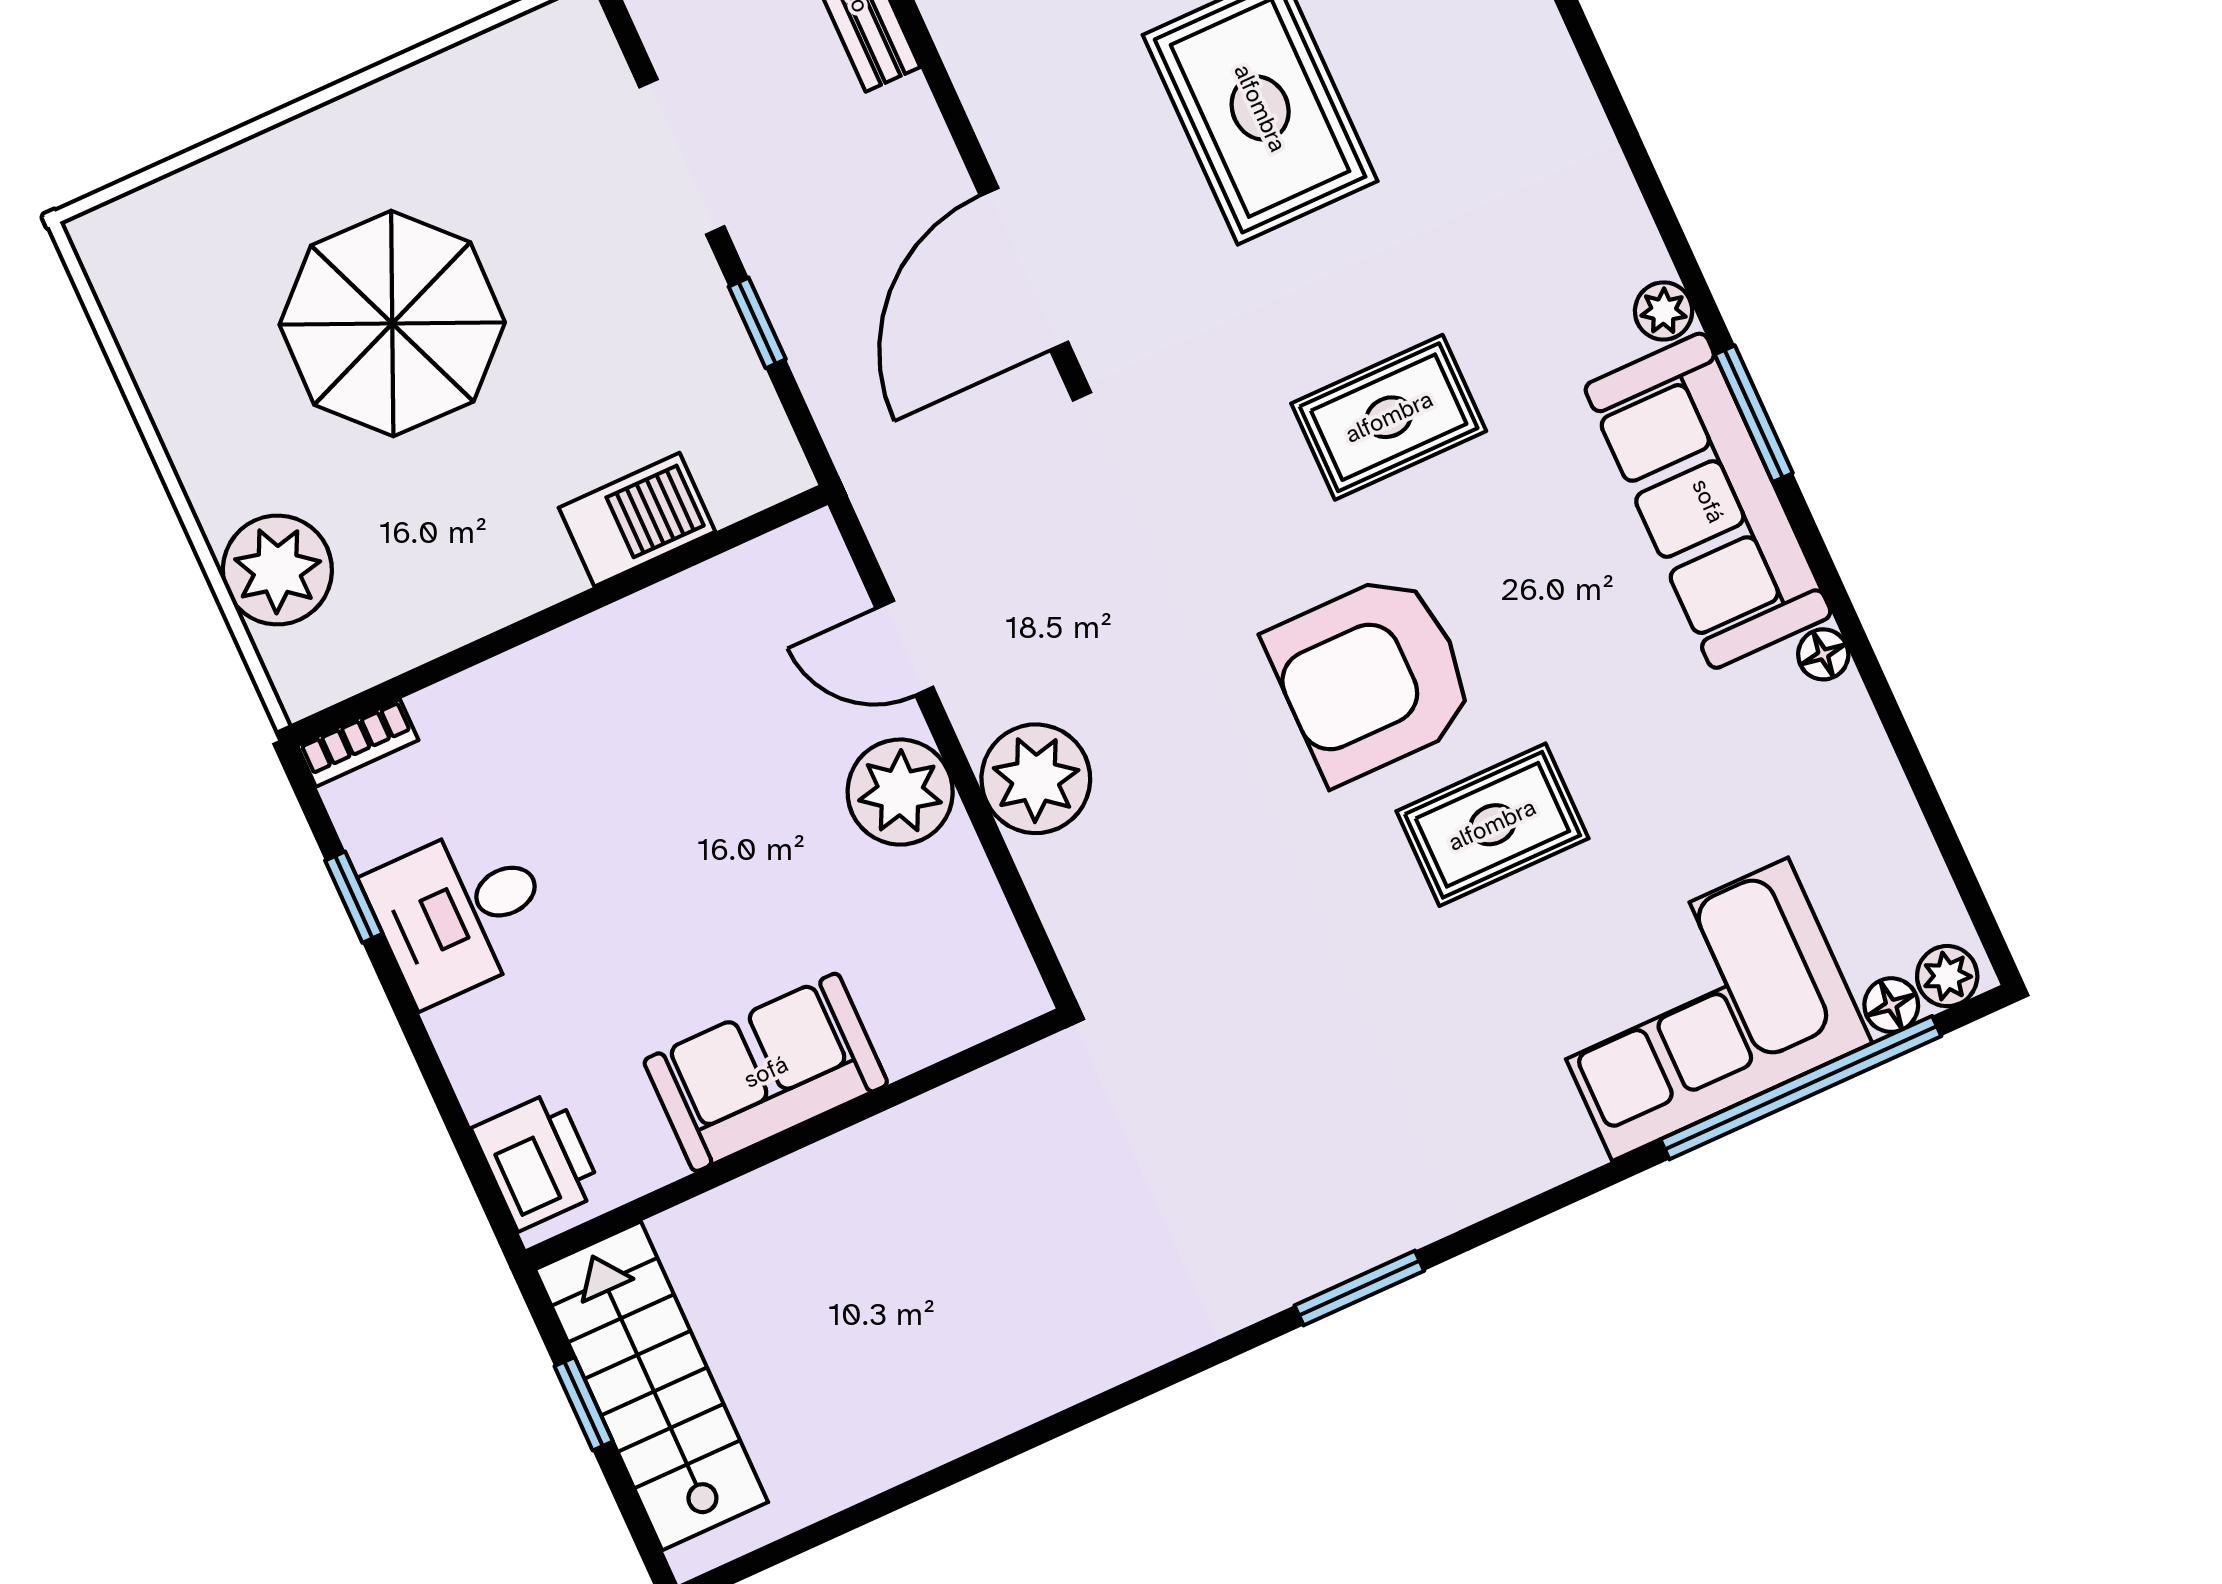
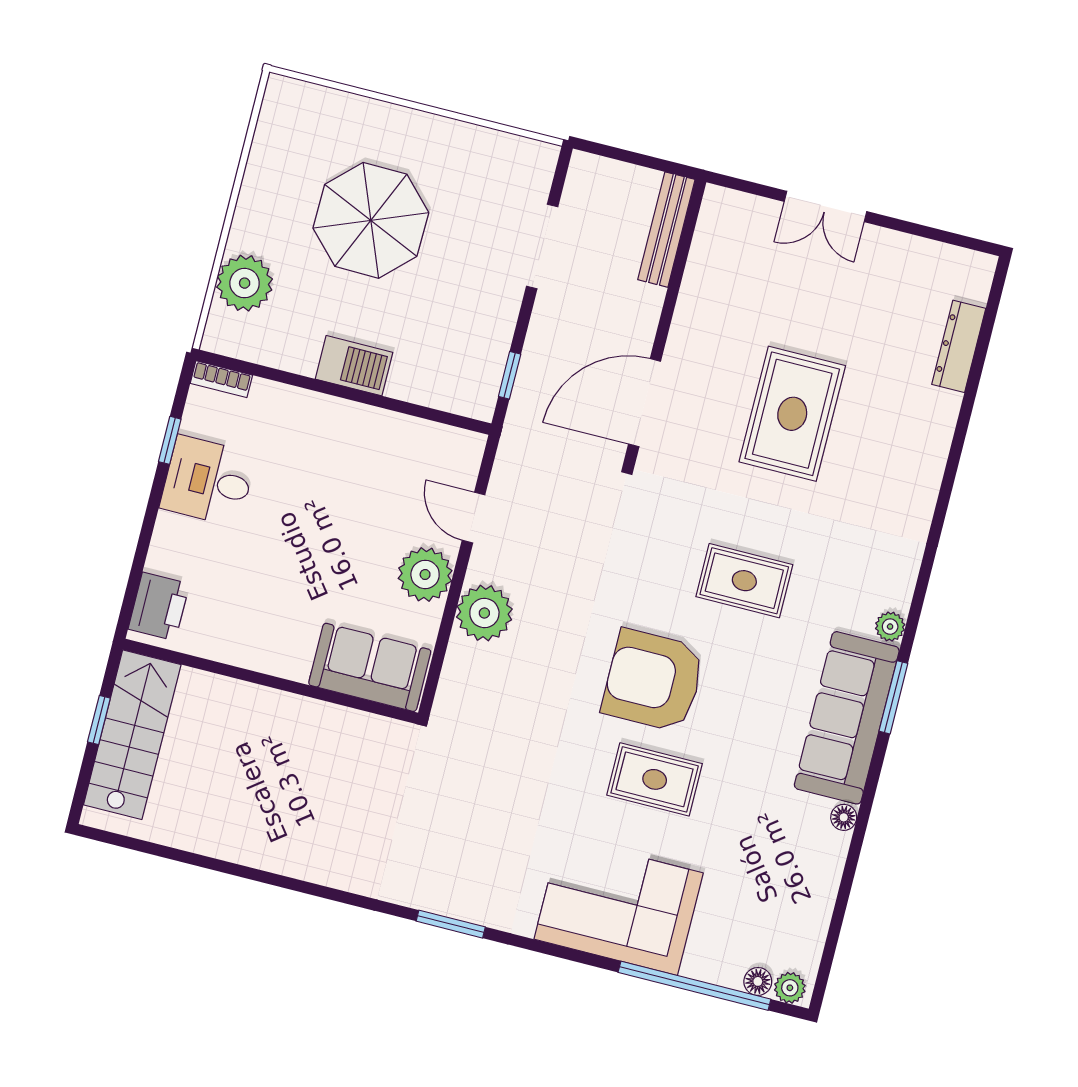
window: (757, 323) -> (510, 375), moved
barbecue: (637, 520) -> (354, 366), moved
corner sofa: (1700, 1009) -> (619, 906), moved
sofa: (766, 1072) -> (370, 667), moved

